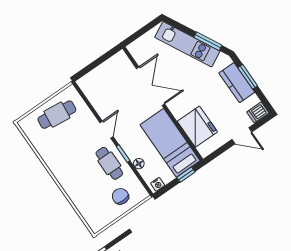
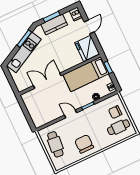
fridge: (197, 127) -> (87, 48), moved, turned -90
chair: (65, 158) -> (84, 144), added
cafe table: (109, 163) -> (119, 127), moved

